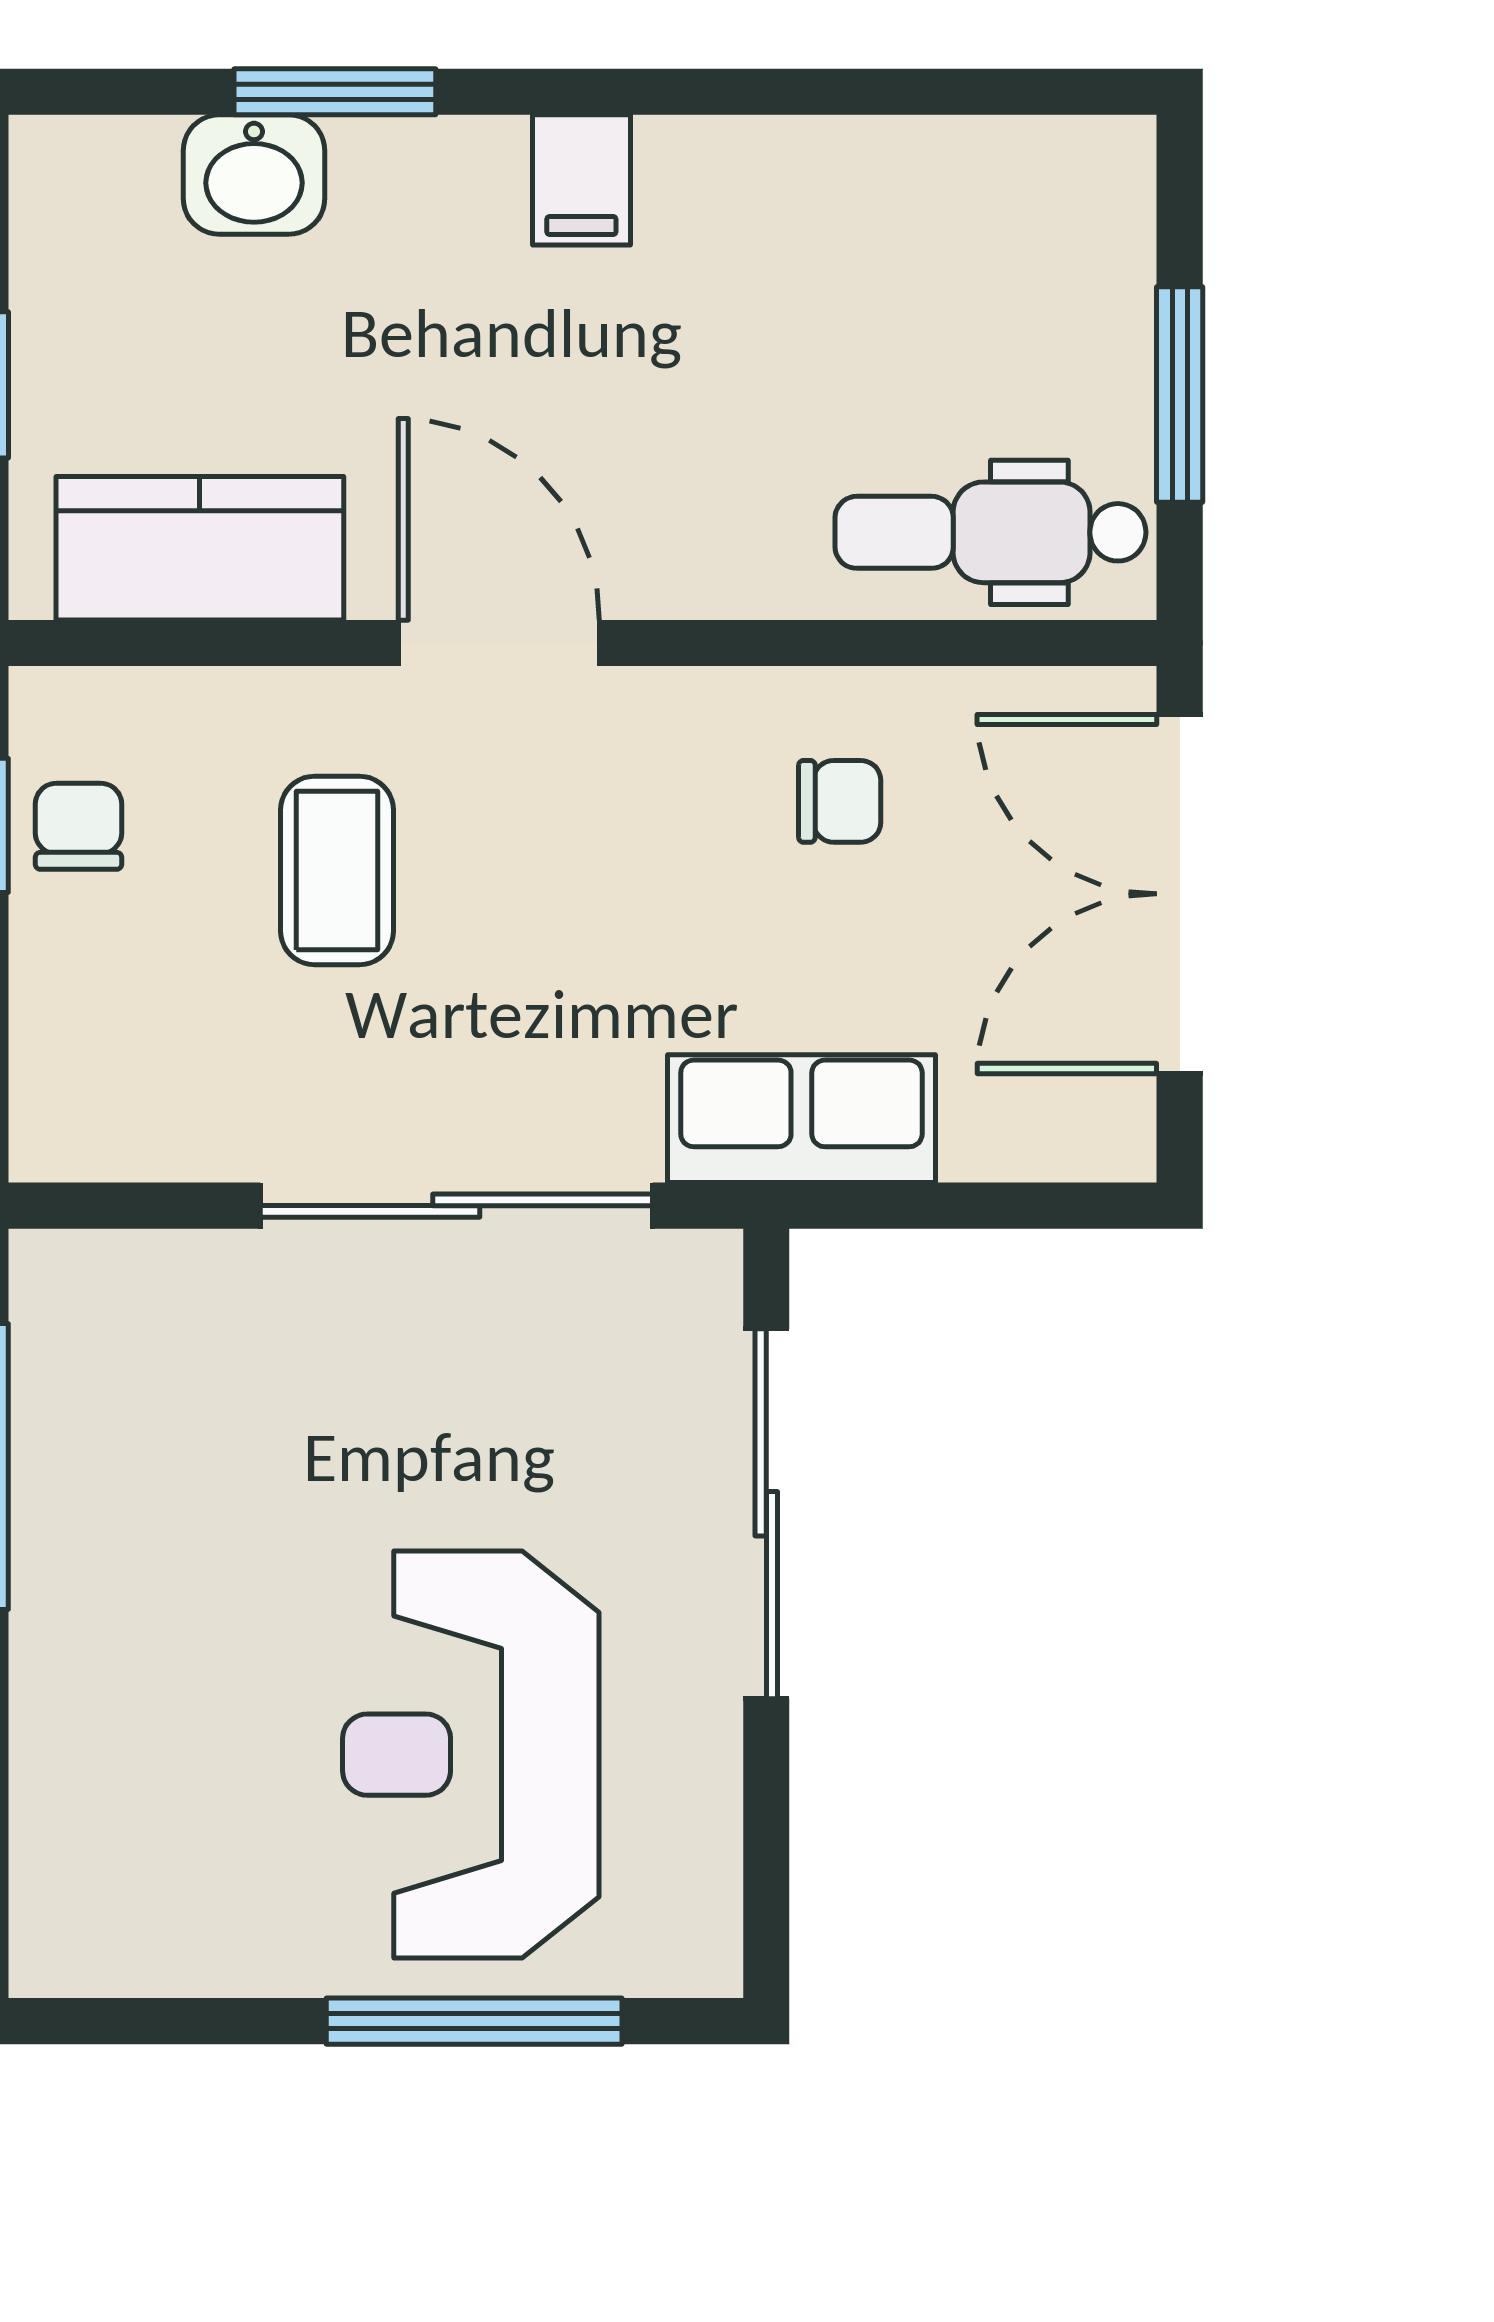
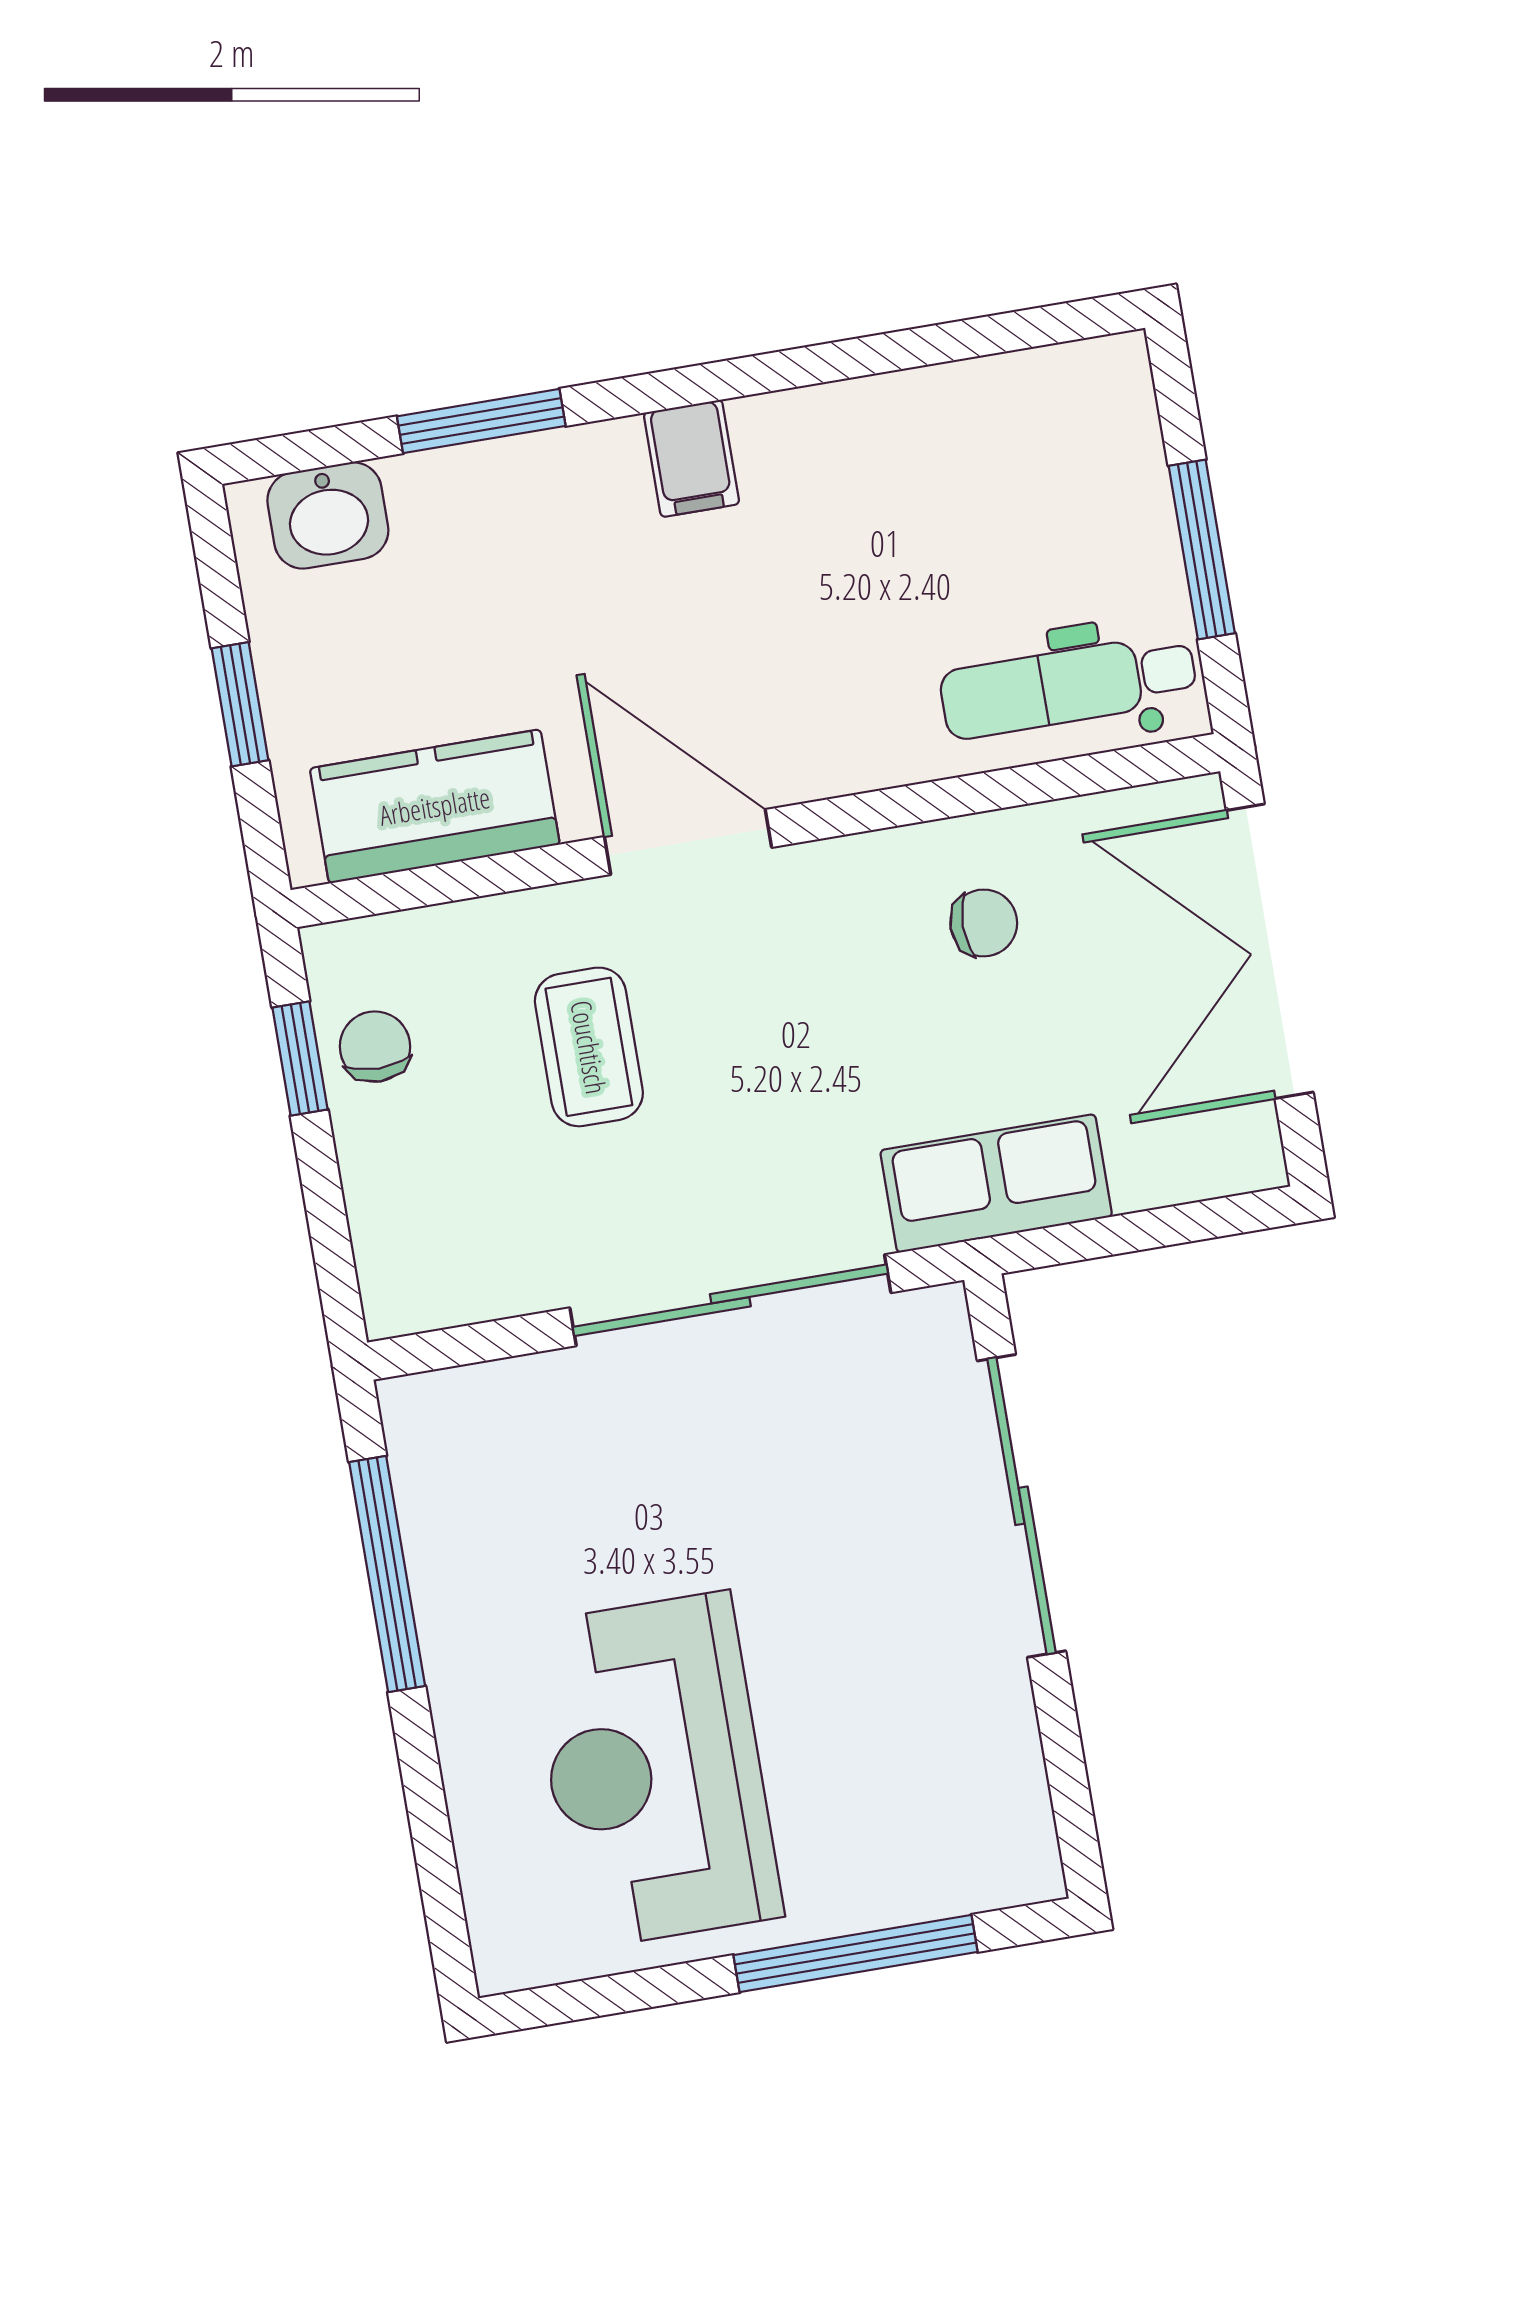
washbasin: (254, 175) -> (328, 515), moved
reception desk: (471, 1755) -> (655, 1770), moved

